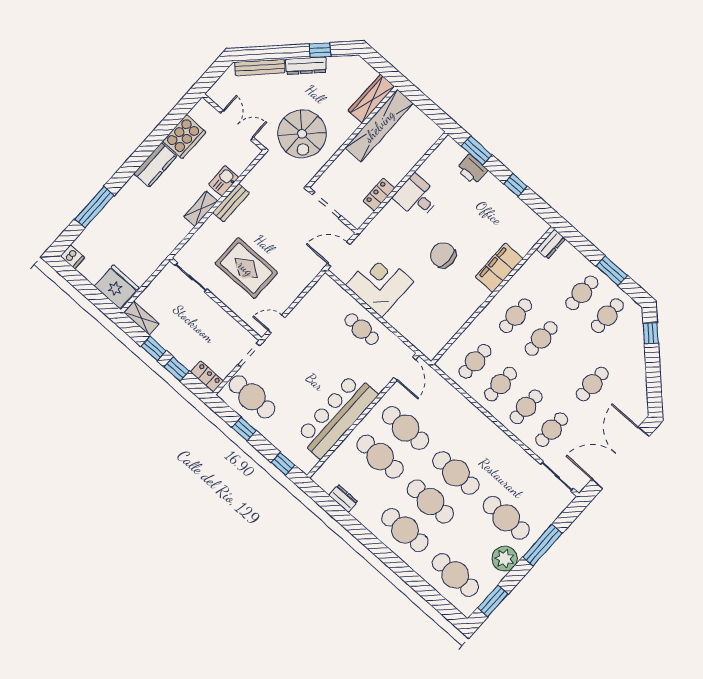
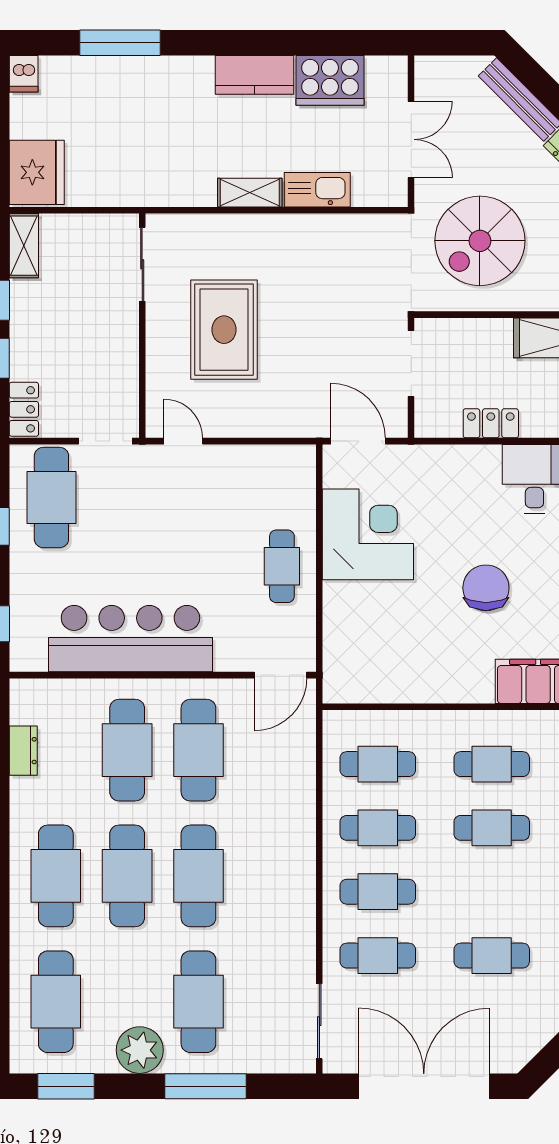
kitchen sink: (224, 181) -> (317, 190), width x1.38
bench: (231, 203) -> (296, 227), removed

